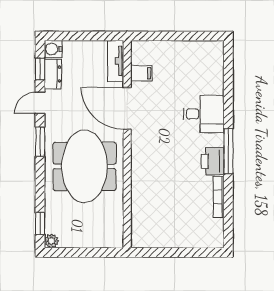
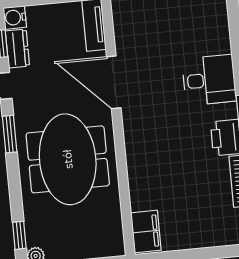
filing cabinet: (141, 73) -> (146, 231), moved, width x2.00

